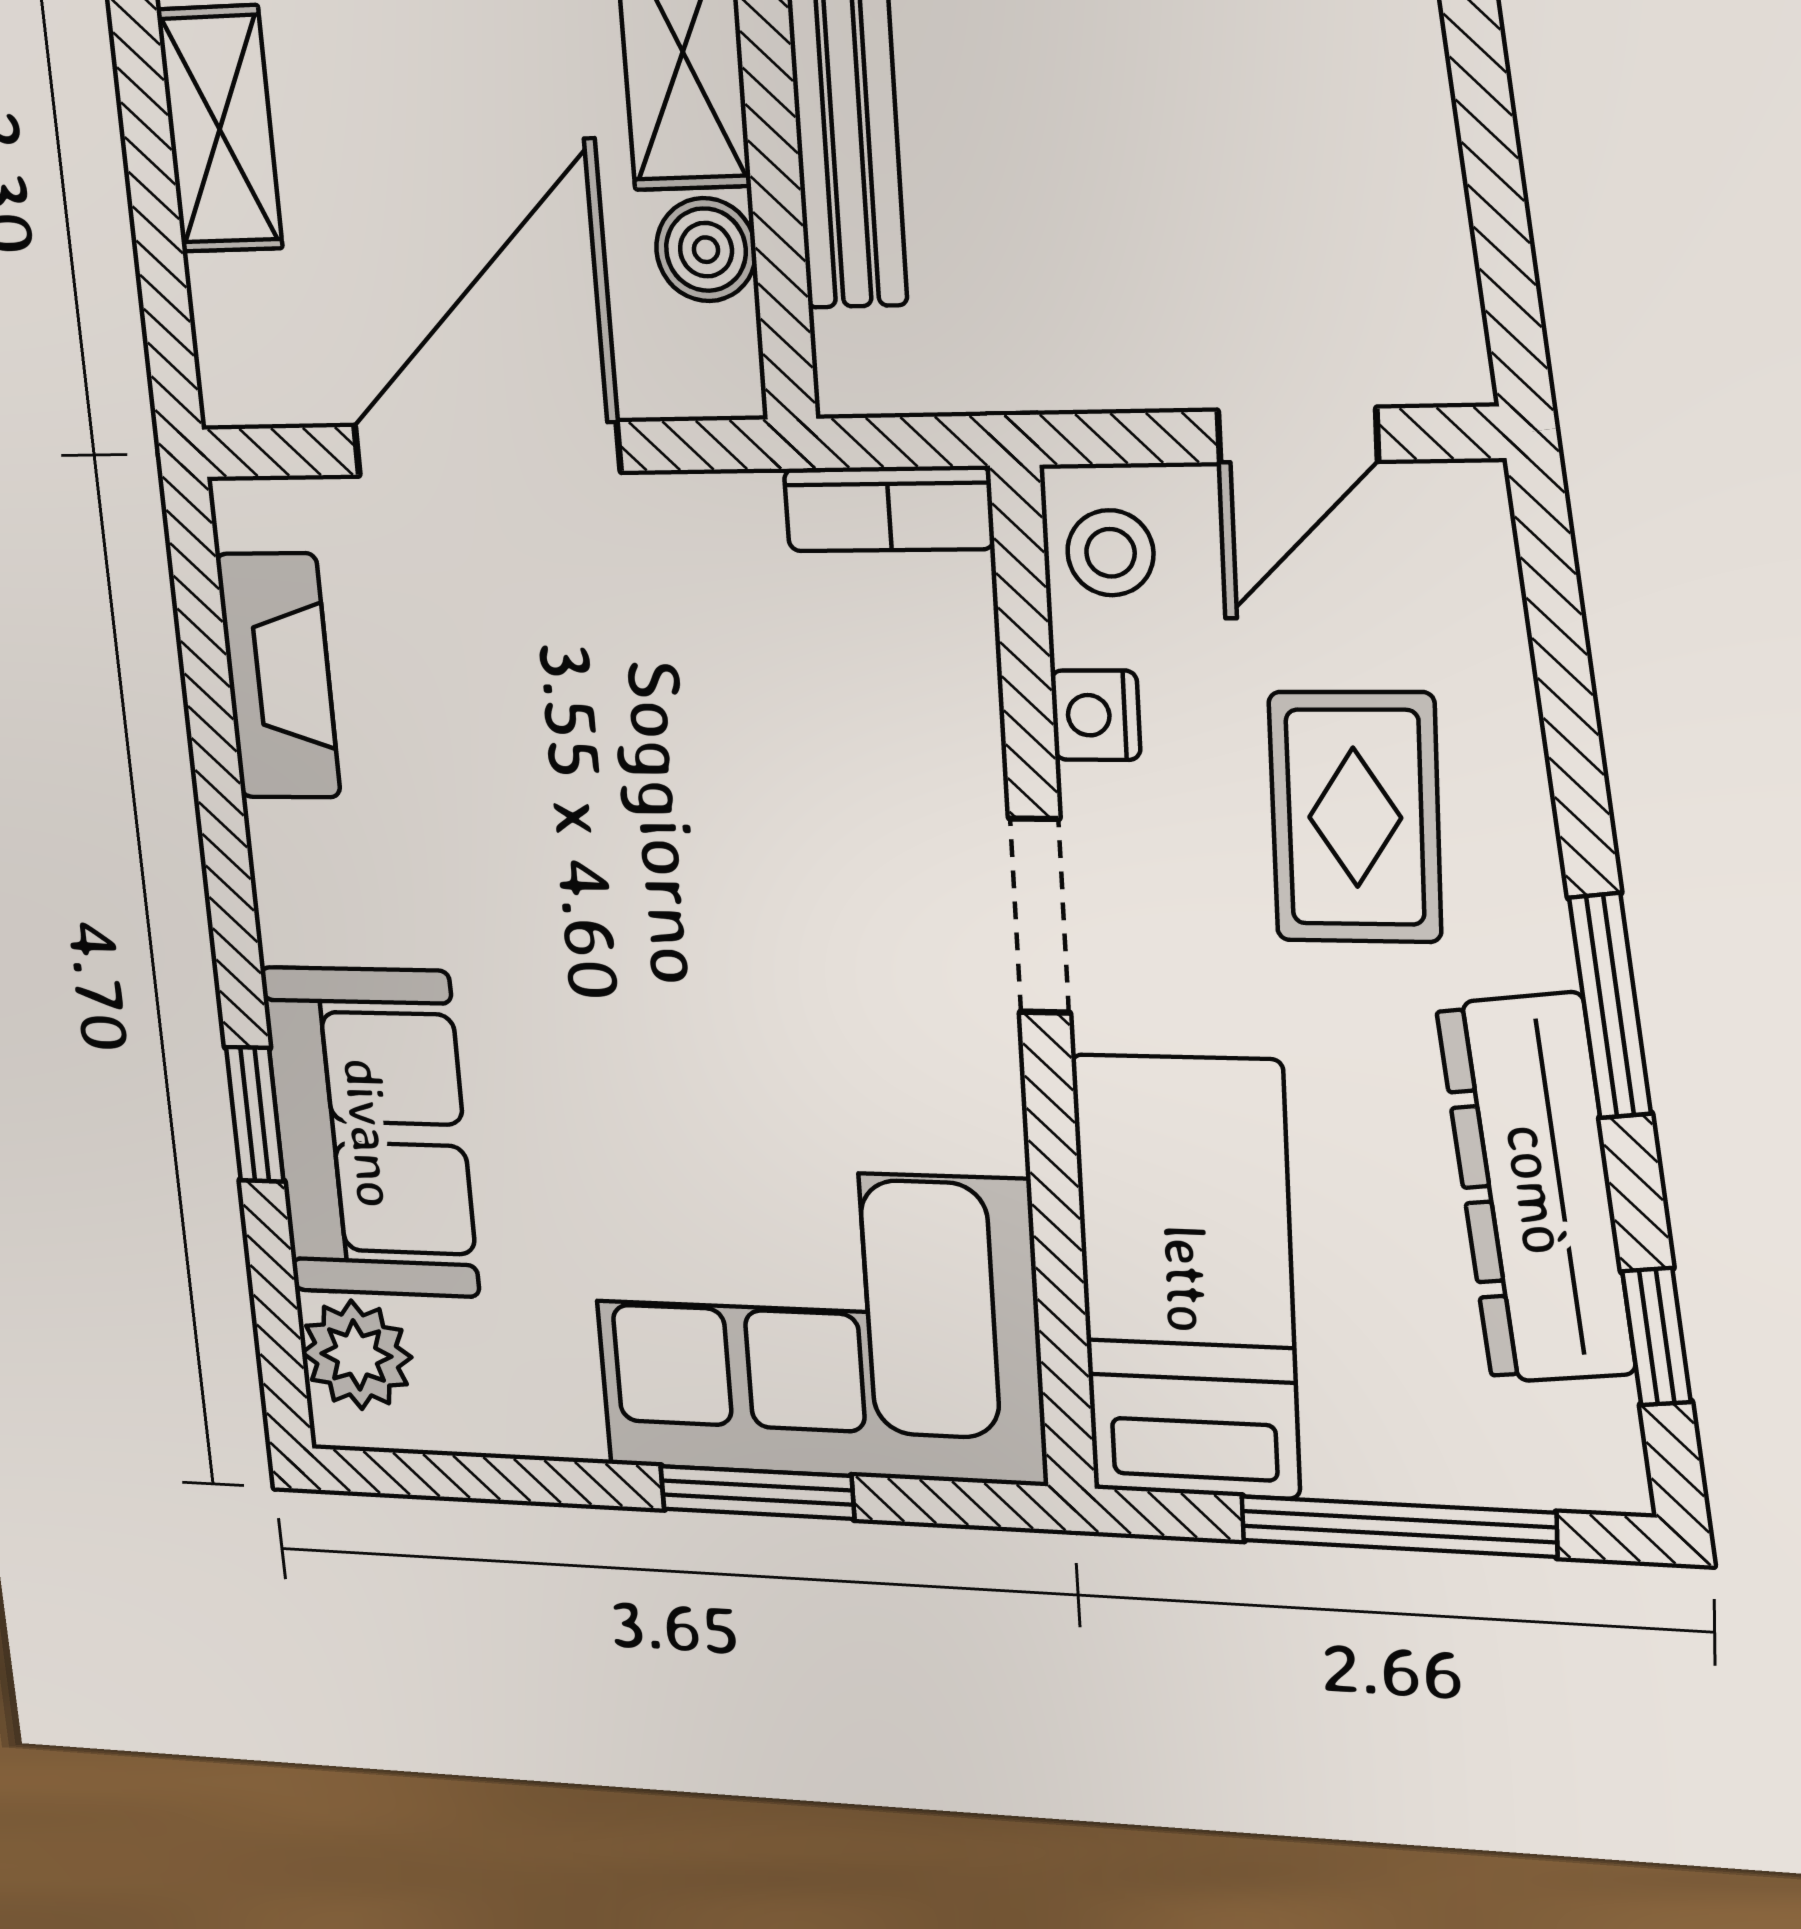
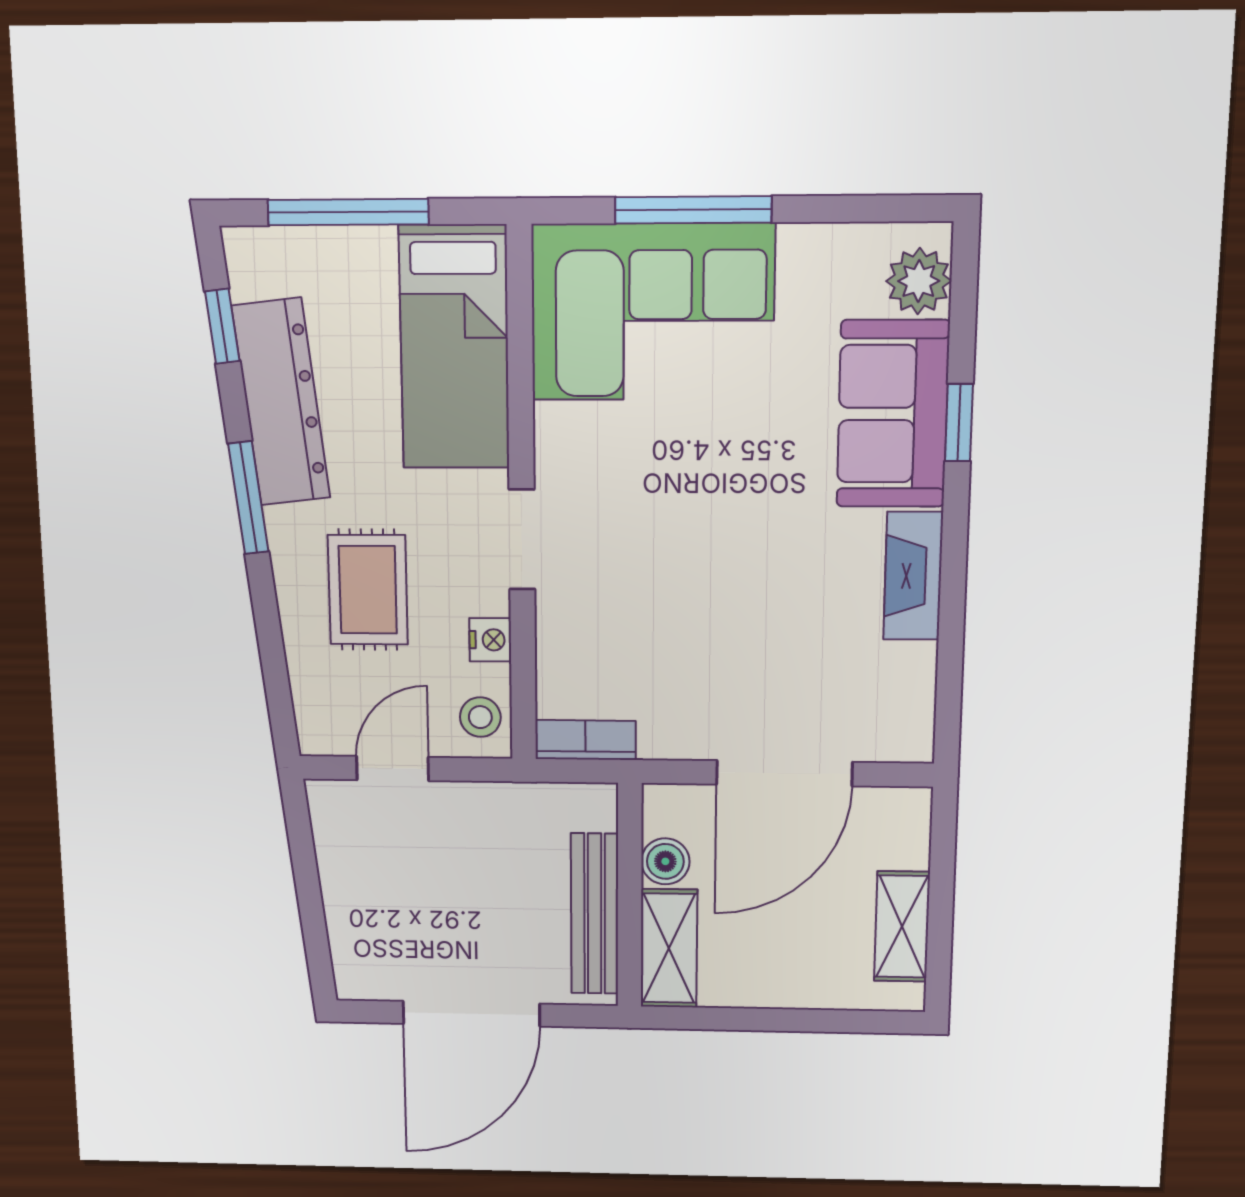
fireplace: (278, 676) -> (913, 576), moved
window: (757, 1492) -> (693, 210), width x1.44

